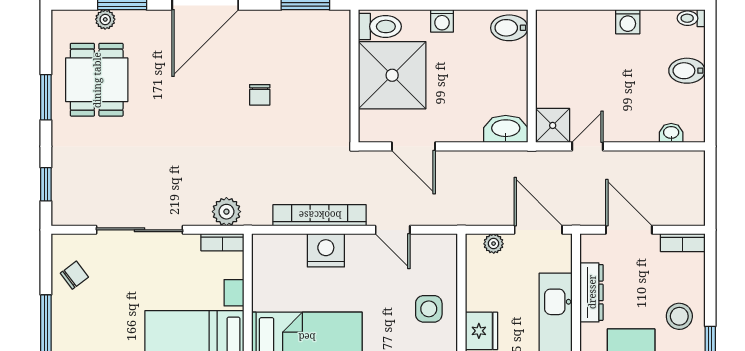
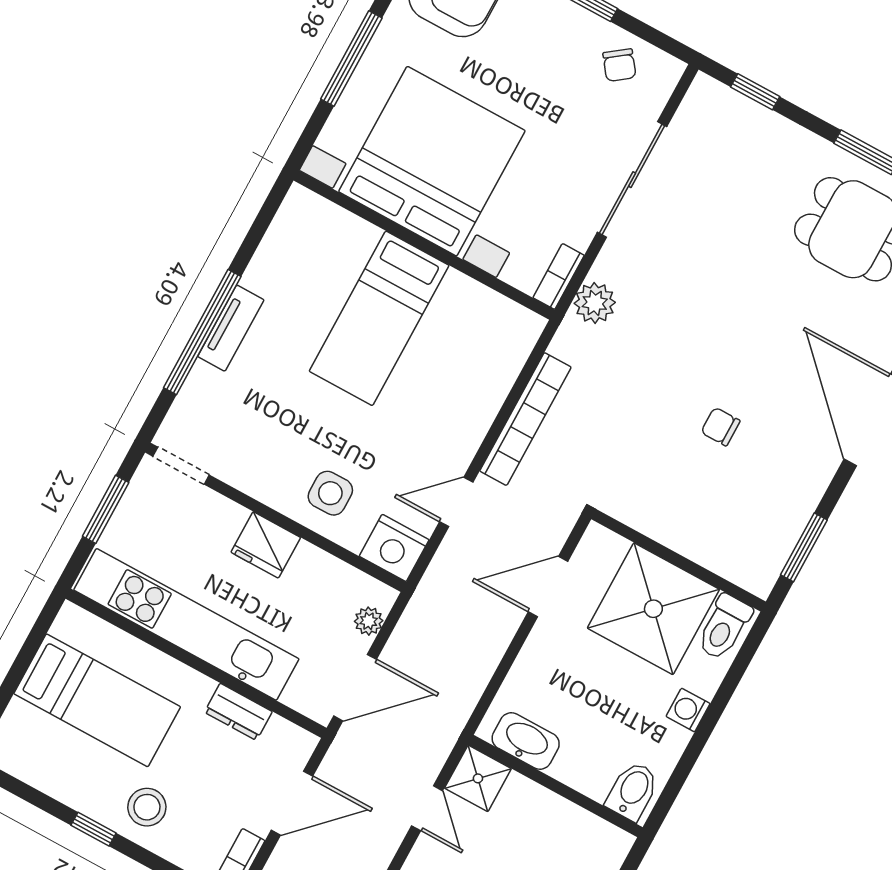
washbasin: (506, 129) -> (526, 741), moved, turned -90
nightstand: (326, 250) -> (394, 548), moved, turned 90
dresser: (592, 292) -> (238, 712), width x0.70

